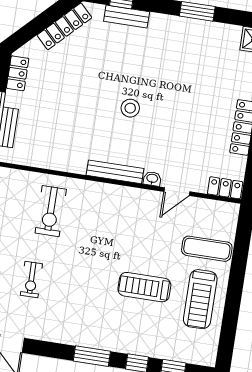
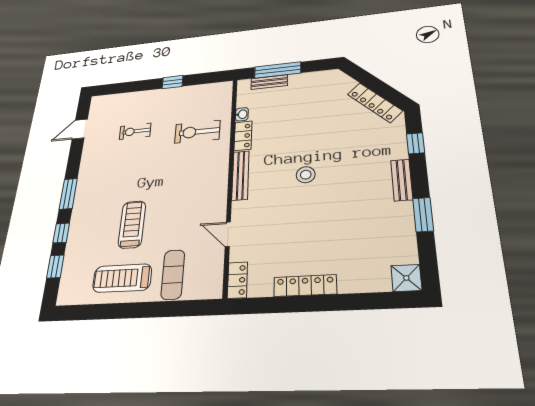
bench: (127, 17) -> (402, 180), moved
locker: (18, 73) -> (243, 136), moved, turned -90
washbasin: (152, 179) -> (242, 114), moved

